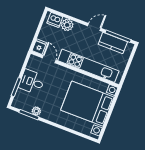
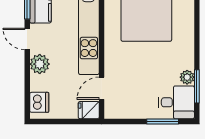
plant: (67, 25) -> (40, 64), moved
desk: (32, 82) -> (176, 102), moved, turned -90

